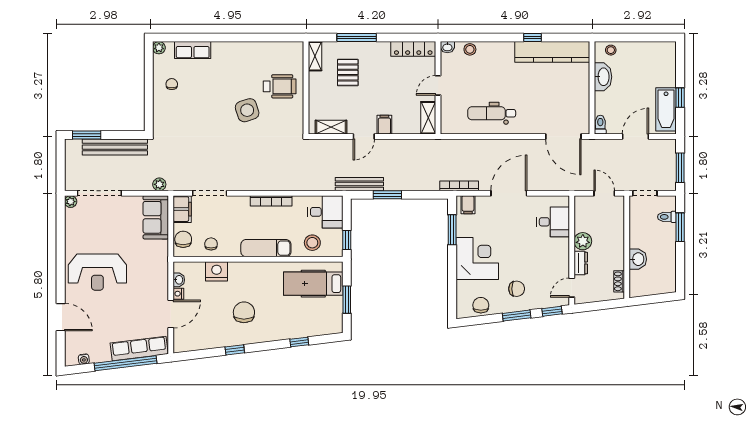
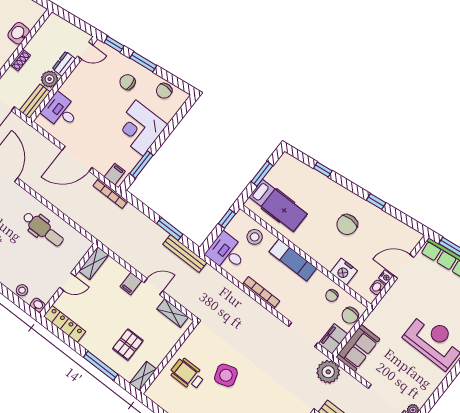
plant: (159, 184) -> (328, 372), width x1.88, depth x1.88
bench: (581, 213) -> (35, 101), added
shoe rack: (619, 281) -> (20, 60), moved

